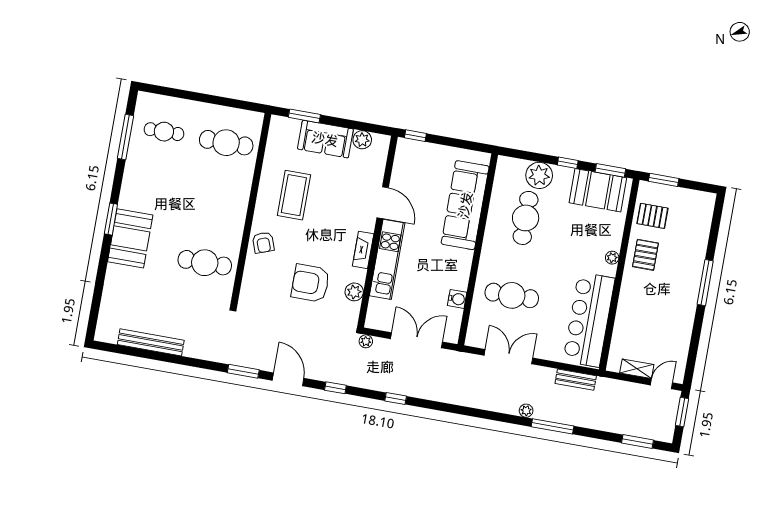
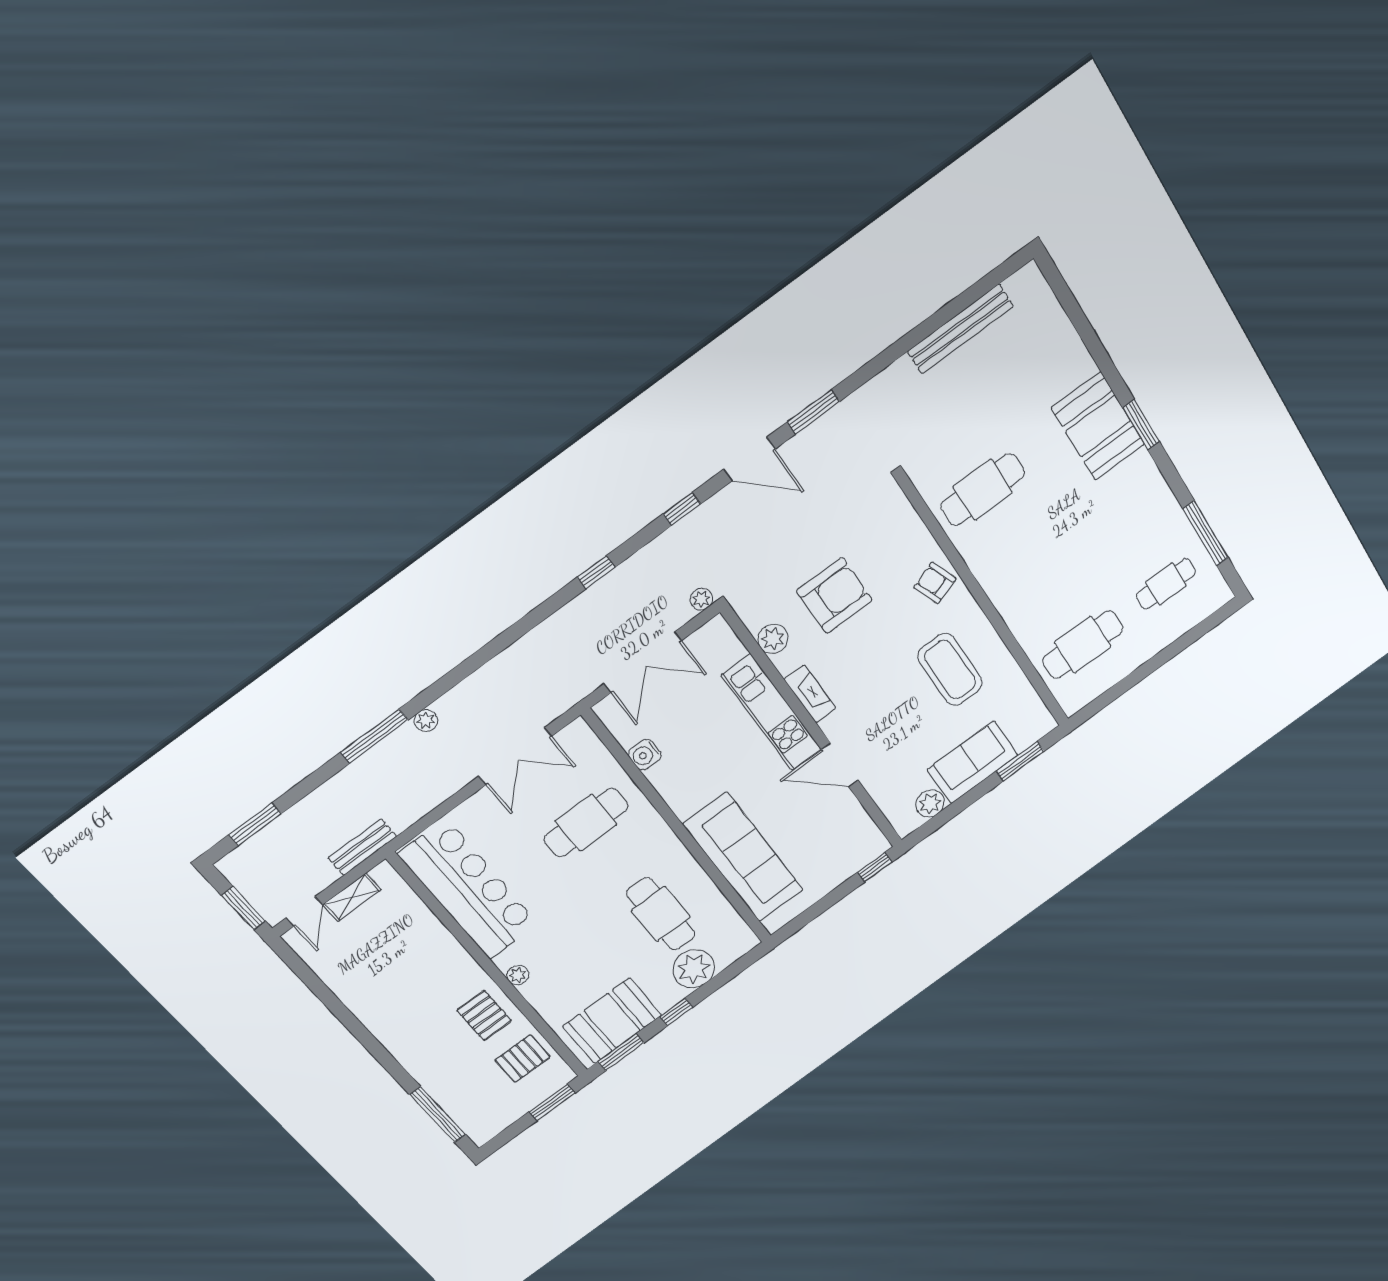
window: (705, 283) -> (438, 1115), moved
bench: (576, 380) -> (362, 847), moved

